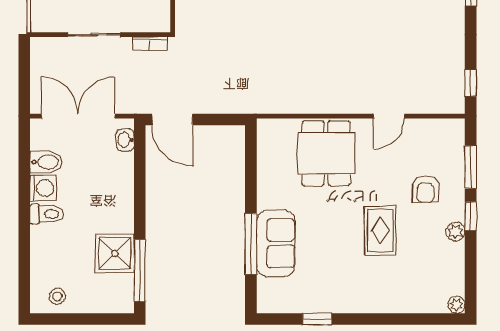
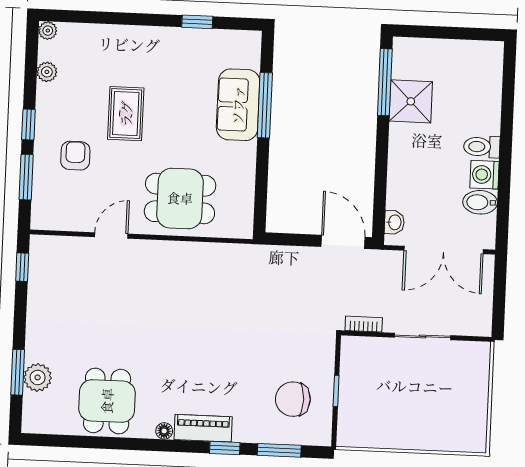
dining table: (326, 153) -> (180, 198), turned 90
plant: (456, 232) -> (47, 72), moved
stool: (57, 296) -> (475, 58), removed

